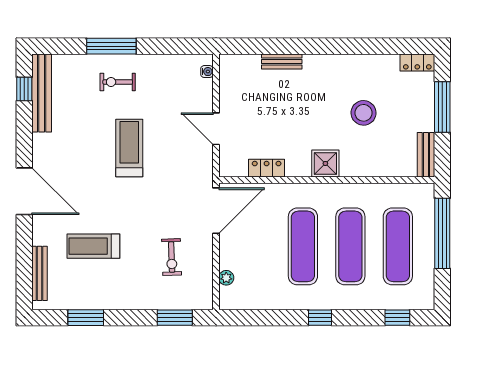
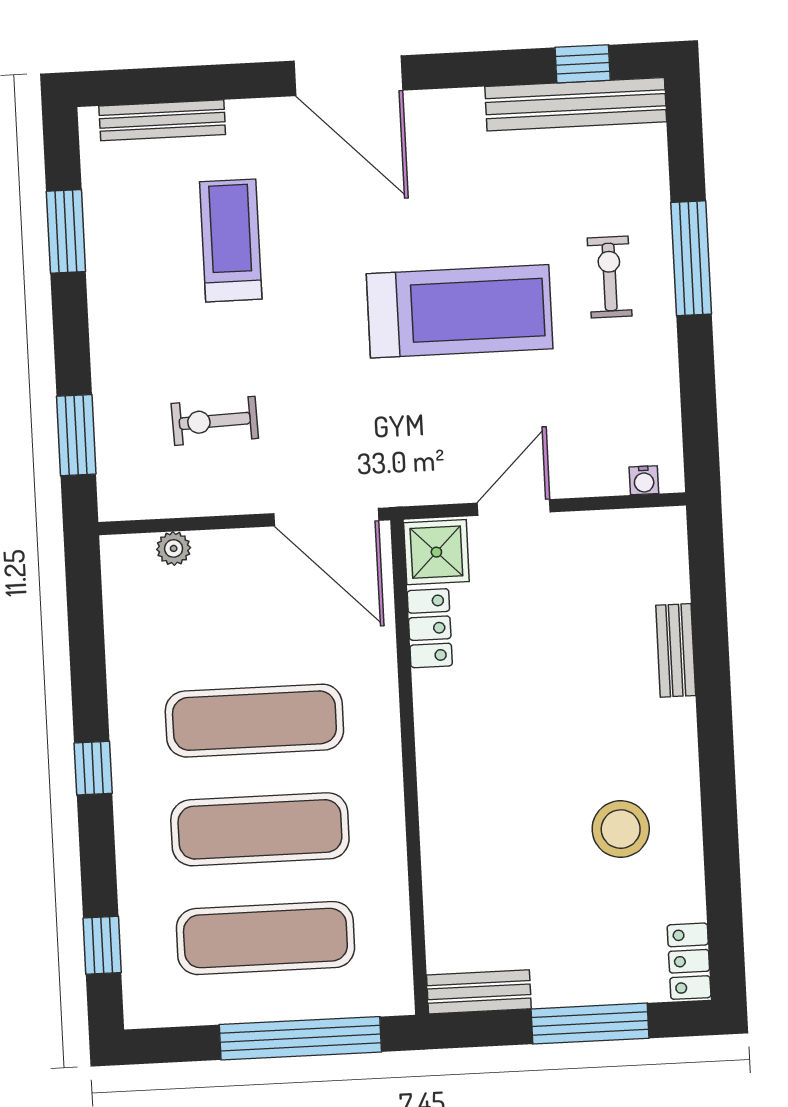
stool: (363, 113) -> (621, 829), moved
treadmill: (129, 148) -> (460, 311), width x1.37, depth x1.38
shower: (325, 163) -> (436, 552), moved
door: (24, 191) -> (348, 76), hinge flipped

